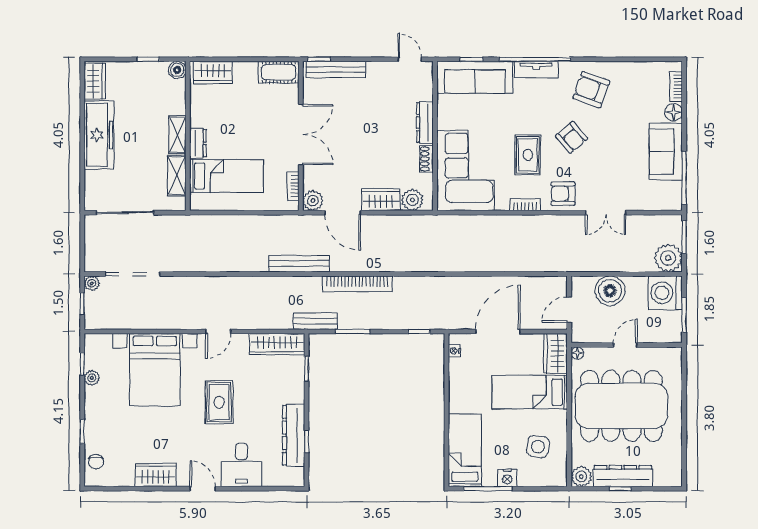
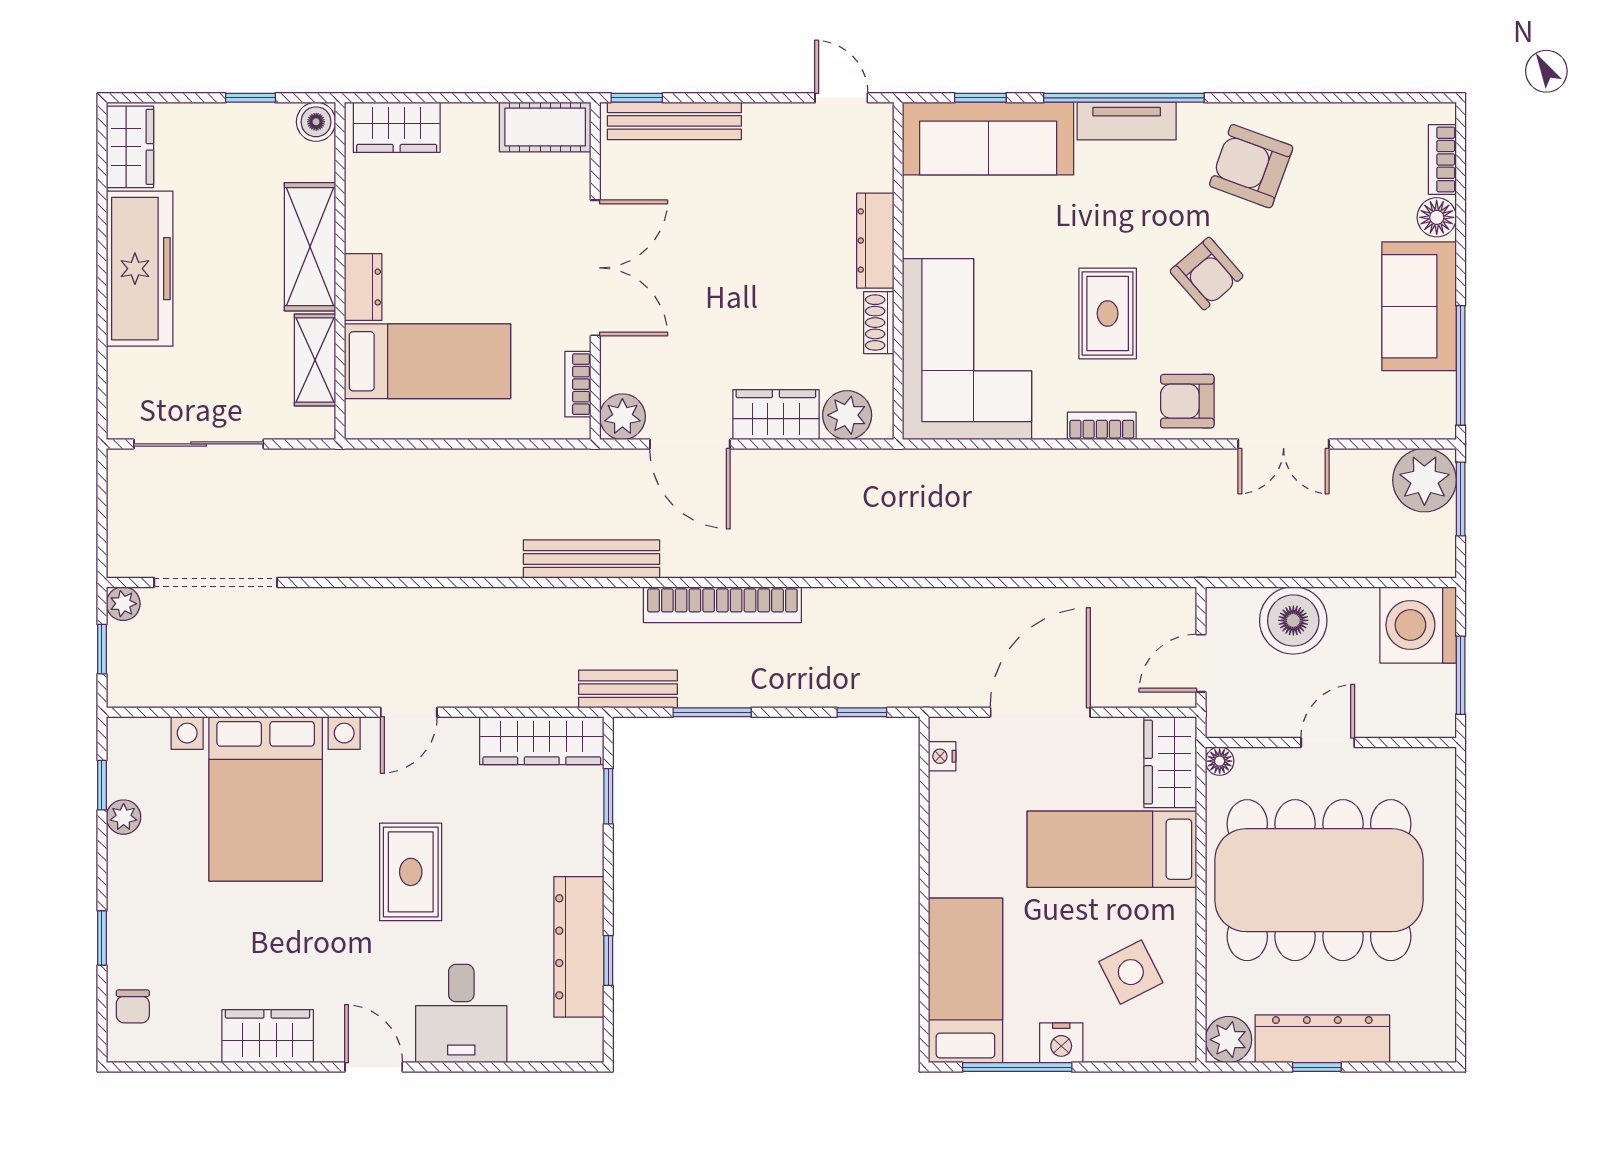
shelving: (177, 135) -> (310, 247), width x1.50, depth x1.33
plant: (668, 258) -> (1424, 480), moved
side table: (538, 447) -> (1131, 972), turned -37

